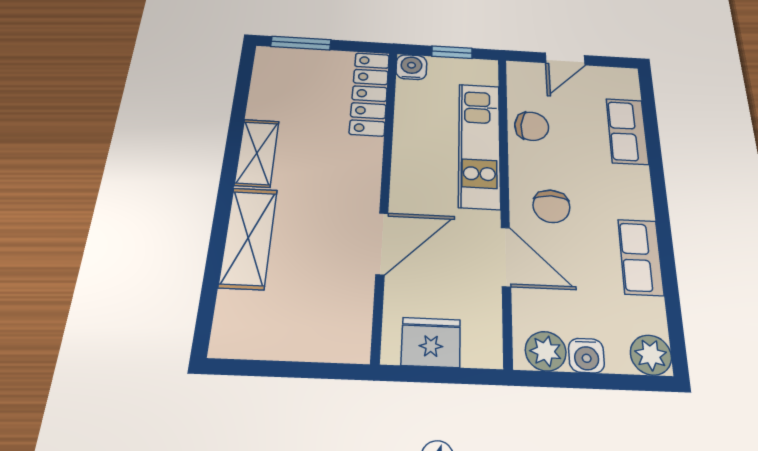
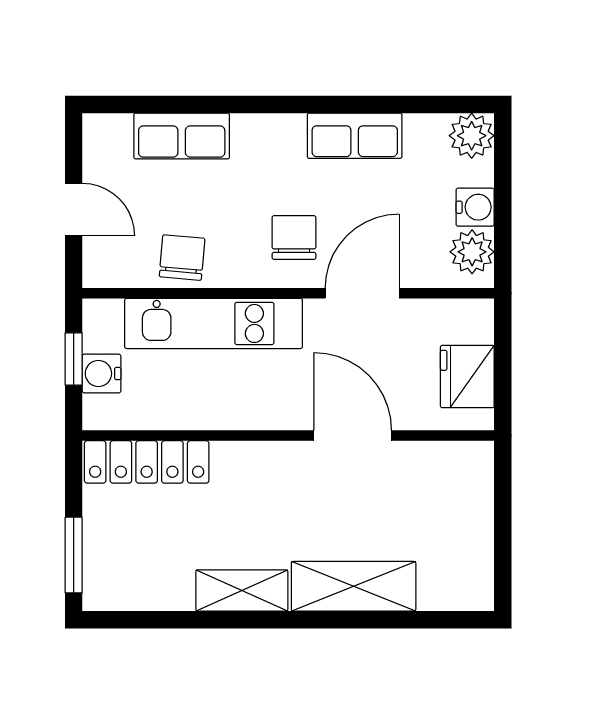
water cooler: (411, 67) -> (102, 374), moved
chair: (551, 206) -> (294, 238), turned -91

